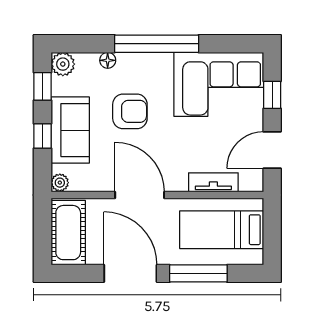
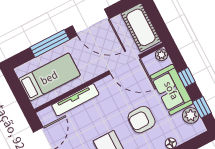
plant: (63, 64) -> (191, 115), moved
tv unit: (213, 182) -> (75, 100), width x1.41
door: (140, 195) -> (124, 65), moved

